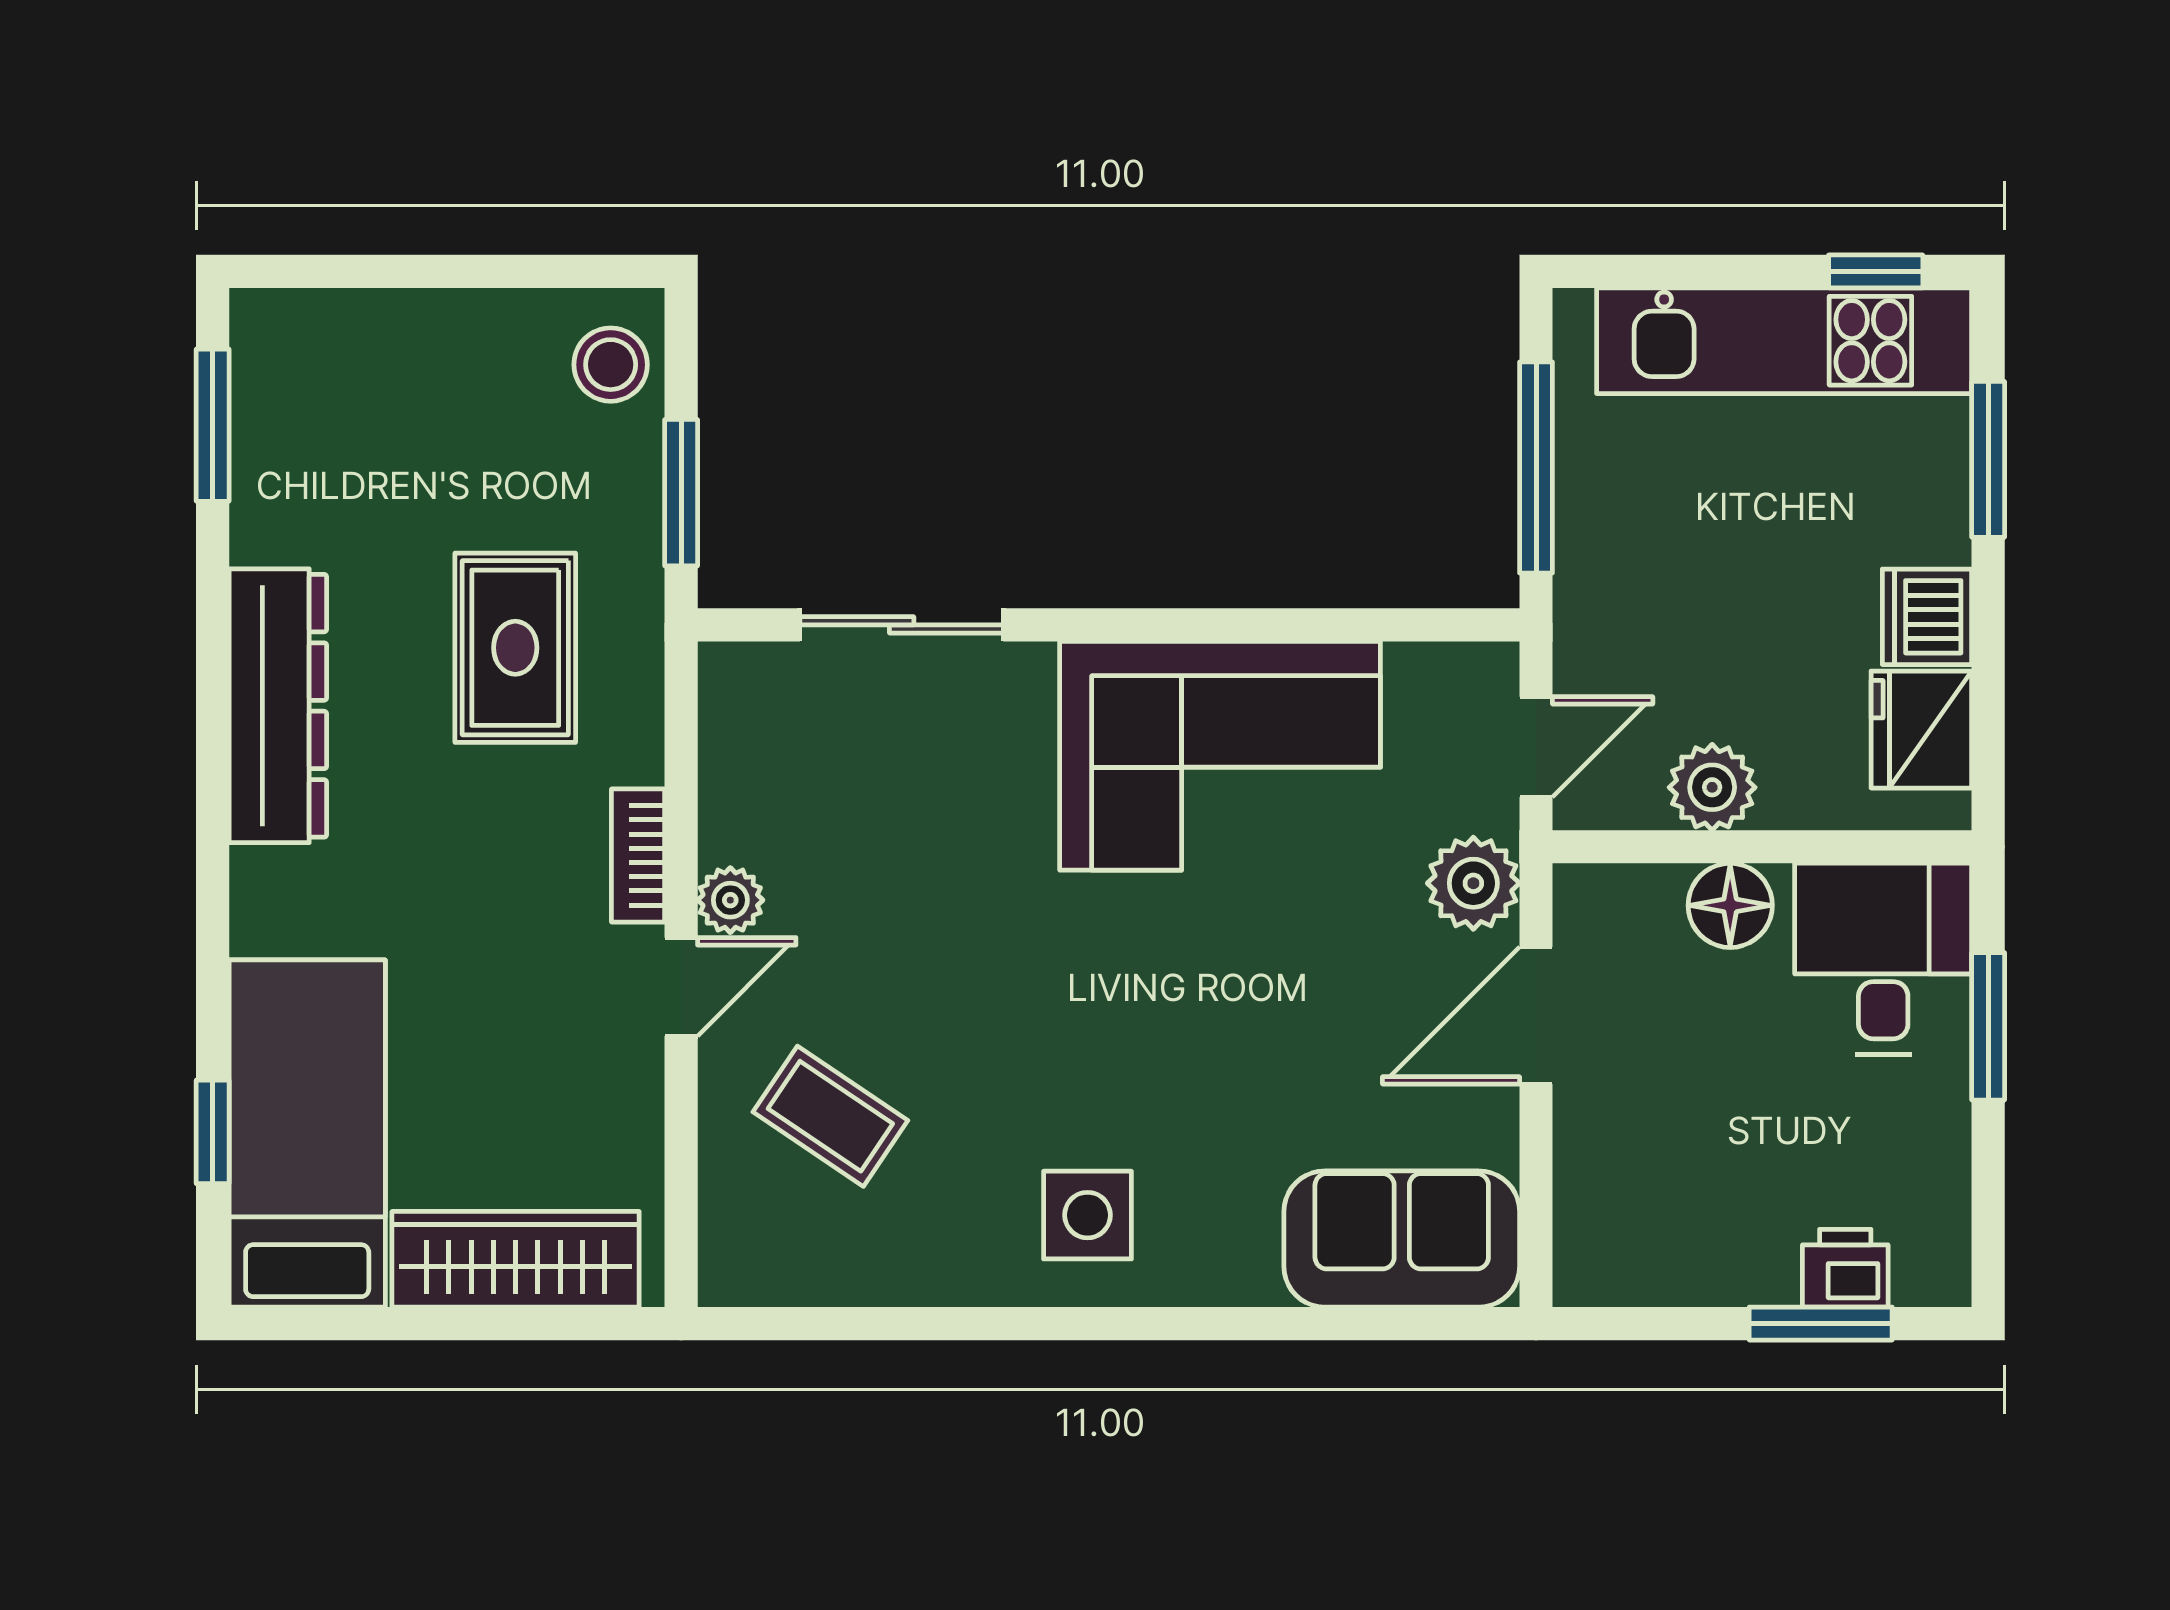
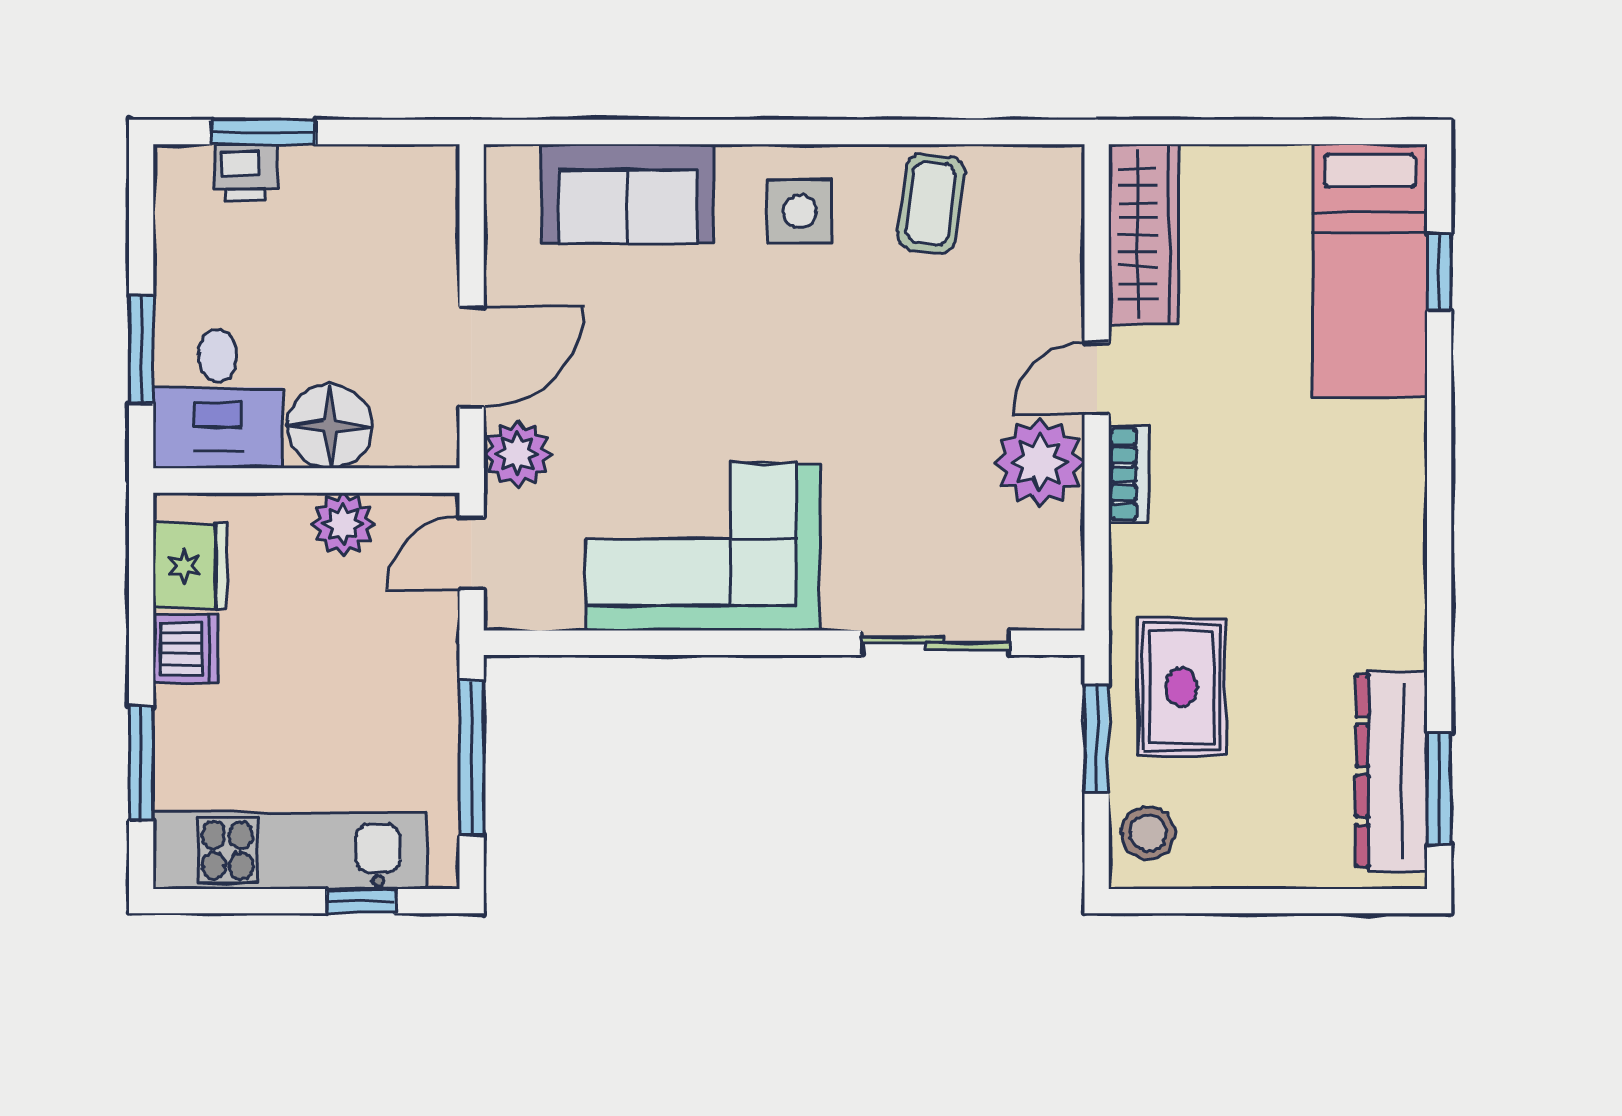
window: (1876, 271) -> (361, 901), moved
rug: (515, 648) -> (1182, 687), moved
dresser: (278, 706) -> (1391, 771), moved
plant: (730, 900) -> (1040, 462), width x1.88, depth x1.88
floor lamp: (1730, 905) -> (330, 426), width x1.38, depth x1.38
coffee table: (830, 1116) -> (931, 203), moved, turned 63
sofa: (1402, 1239) -> (628, 194), moved
wardrobe: (516, 1259) -> (1144, 234), moved, turned -90

